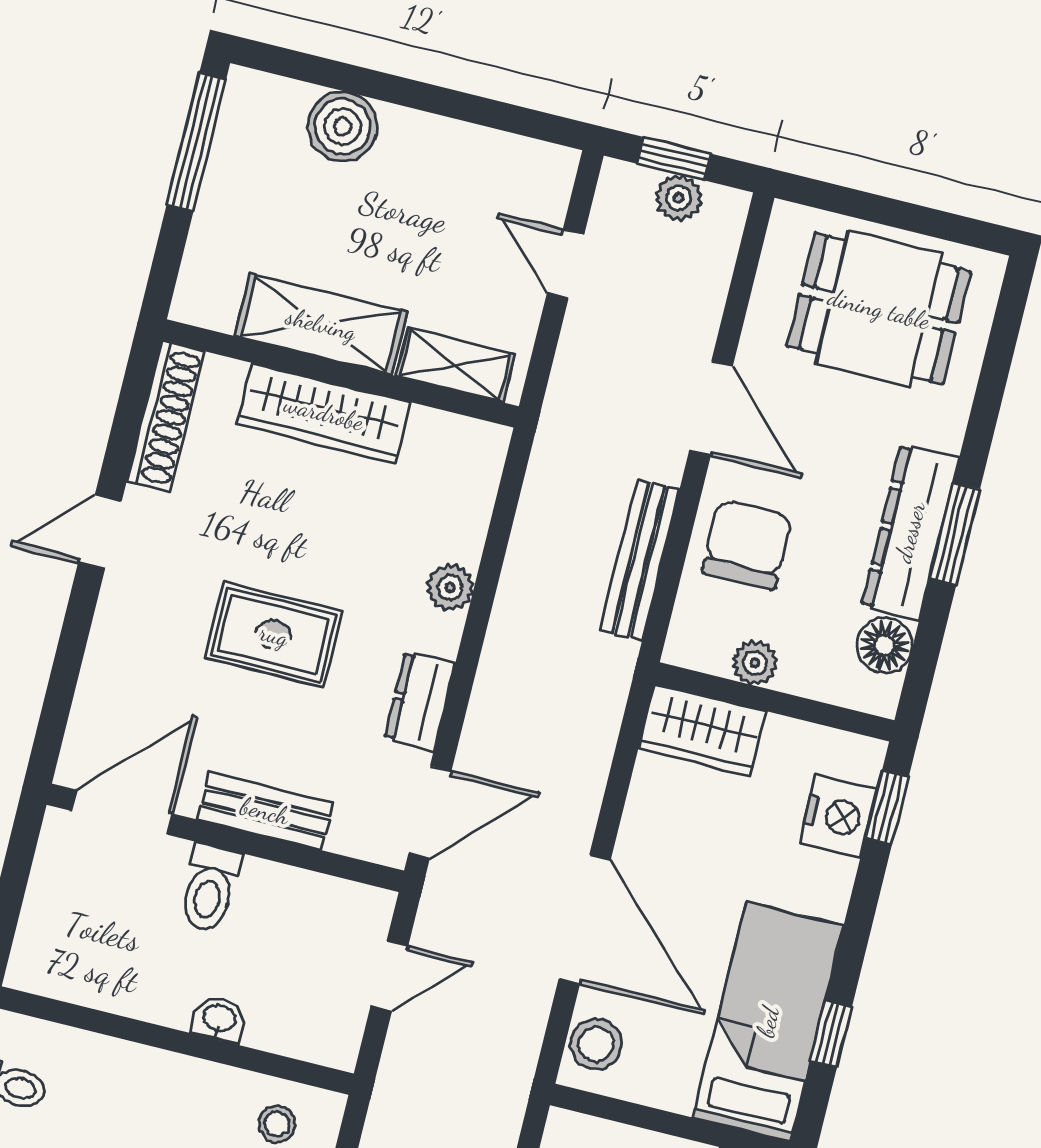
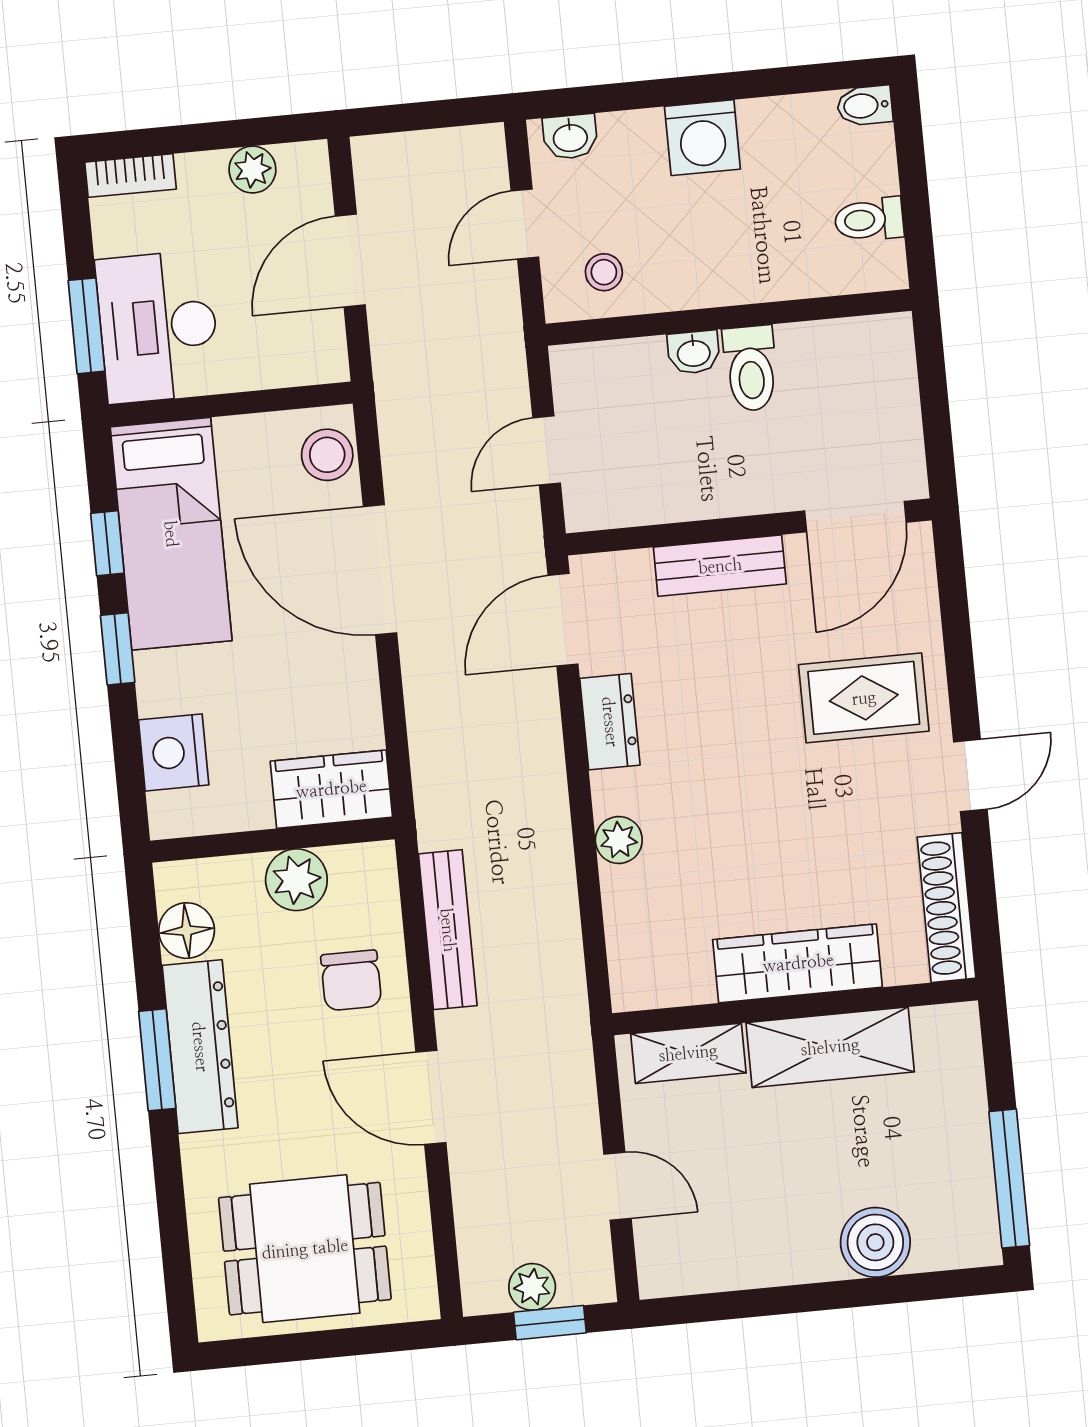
chair: (747, 544) -> (351, 980), width x0.73, depth x0.73
rug: (274, 635) -> (864, 698), moved
plant: (755, 663) -> (296, 880), width x1.38, depth x1.38
window: (887, 807) -> (118, 649), moved
toilet: (210, 888) -> (751, 368), moved, turned 180

